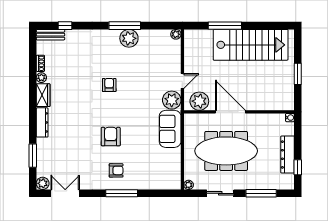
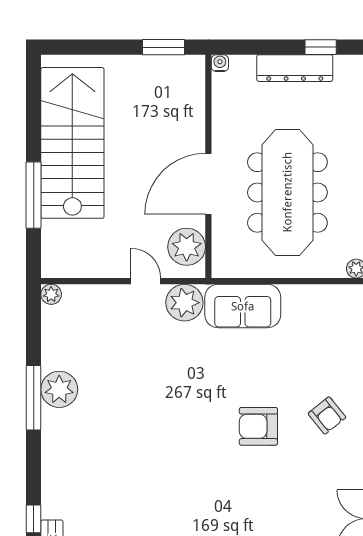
window: (298, 74) -> (163, 47), moved
armchair: (109, 85) -> (154, 429), removed
armchair: (116, 170) -> (327, 415), turned 141

